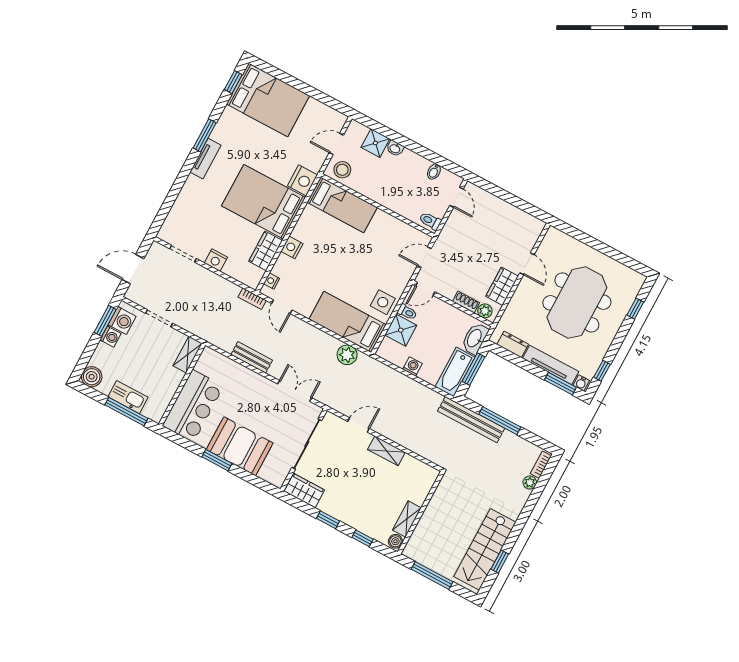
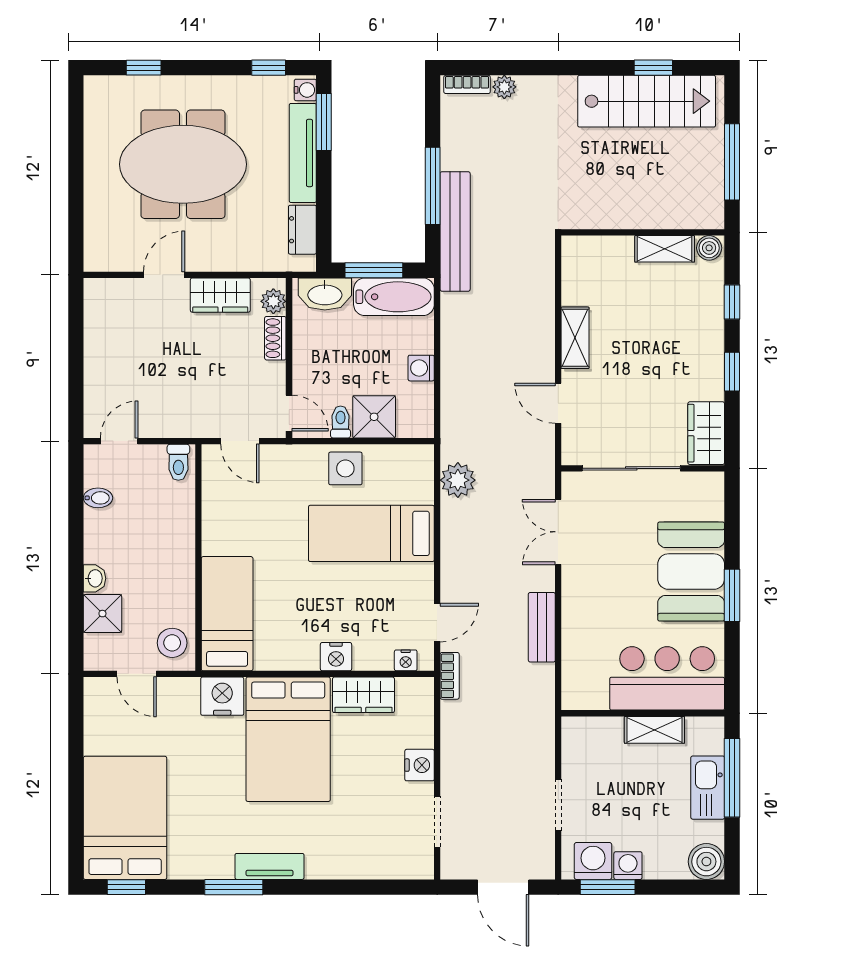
bed: (348, 322) -> (371, 533), moved, turned 90
shelving: (188, 355) -> (654, 730), moved

